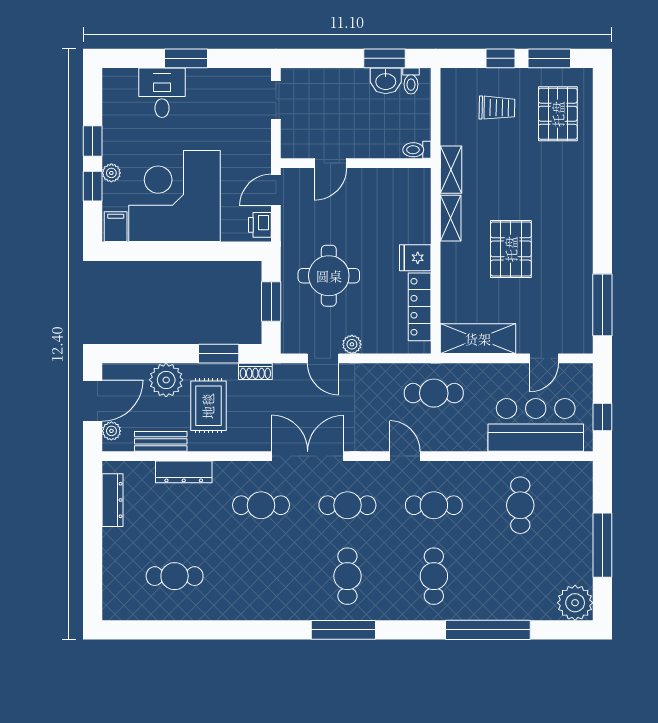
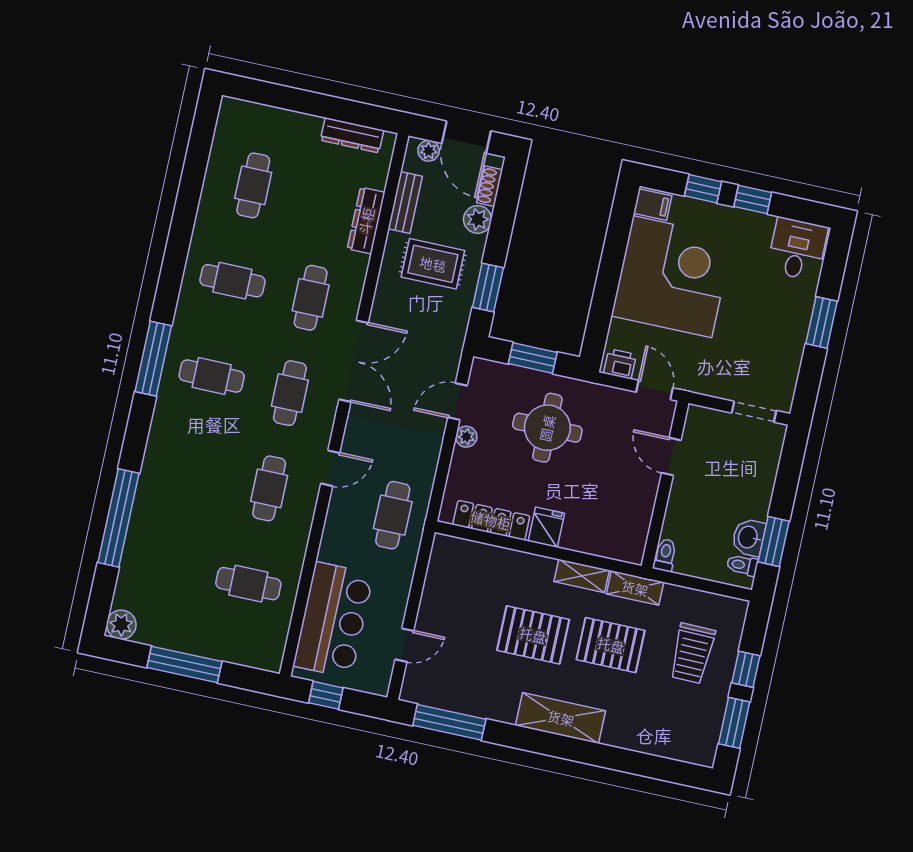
desk: (162, 93) -> (797, 249), moved, turned -90
trolley: (497, 108) -> (692, 653), width x1.36, depth x1.39
pallet: (558, 114) -> (611, 645), moved
plant: (111, 173) -> (713, 213), removed
shelving: (478, 339) -> (561, 718), moved, turned 90
door: (544, 358) -> (404, 645), swing flipped
shoe rack: (255, 371) -> (490, 186), moved
plant: (166, 380) -> (478, 219), width x0.73, depth x0.73
cafe table: (434, 576) -> (232, 281), moved
plant: (575, 603) -> (121, 625), width x0.73, depth x0.73

